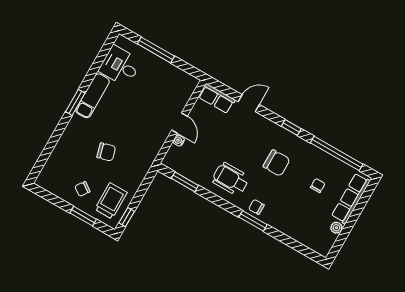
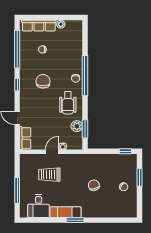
plant: (194, 173) -> (77, 126), added
trolley: (111, 201) -> (49, 175), moved
window: (253, 221) -> (85, 76), width x2.11

